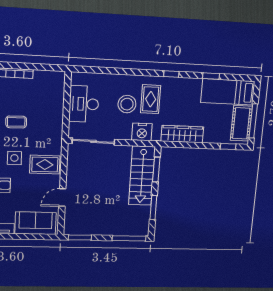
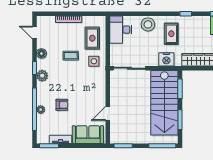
desk: (84, 104) -> (121, 30), moved
stool: (127, 104) -> (148, 24), moved
side table: (14, 158) -> (94, 61), moved
rug: (45, 164) -> (92, 38), moved, turned 90
stairs: (142, 176) -> (164, 103), width x1.36, depth x1.51

